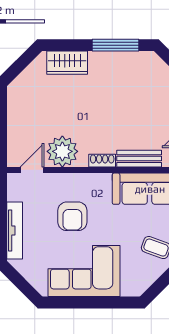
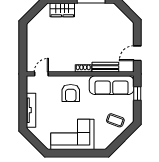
plant: (62, 151) -> (59, 63), removed
armchair: (72, 216) -> (71, 93), moved

